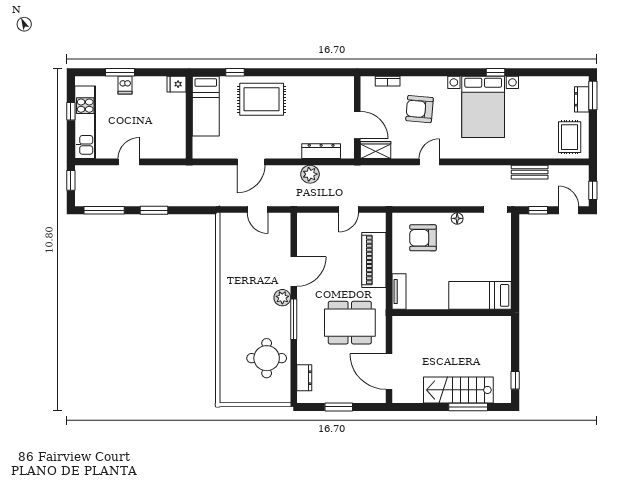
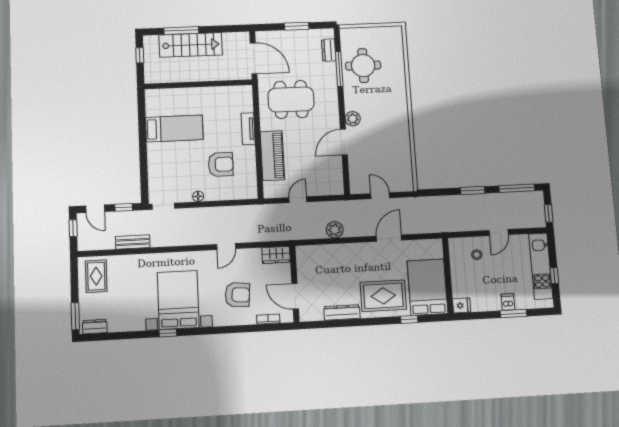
dresser: (582, 99) -> (95, 327), moved, turned -90
bed: (206, 106) -> (427, 287), width x1.50
door: (357, 125) -> (295, 296), moved
stool: (155, 139) -> (477, 255), added
dresser: (321, 151) -> (342, 312), moved, turned 180
armchair: (423, 238) -> (221, 164), moved
wall: (452, 313) -> (198, 84), moved
window: (294, 319) -> (339, 69), moved

